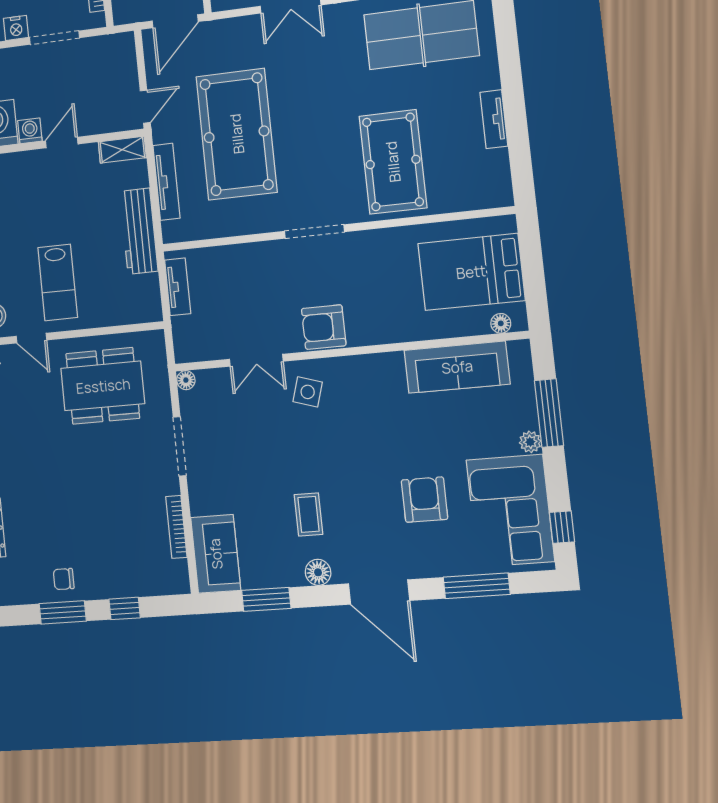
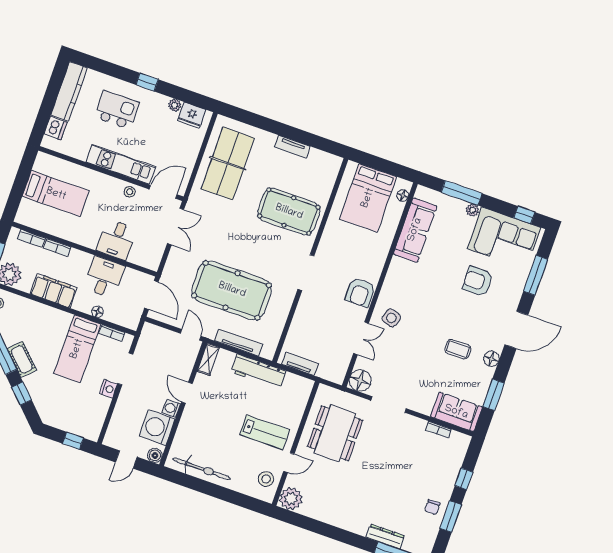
floor lamp: (186, 380) -> (360, 380), width x1.89, depth x1.89
bookcase: (176, 527) -> (438, 430), width x0.64

